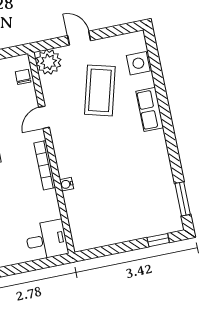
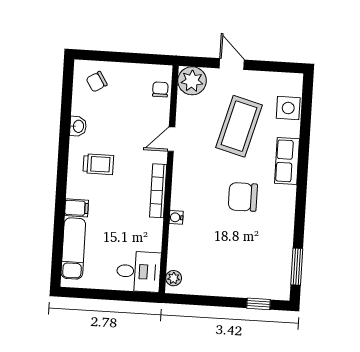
chair: (120, 151) -> (243, 197), added
plant: (78, 237) -> (174, 278), added

